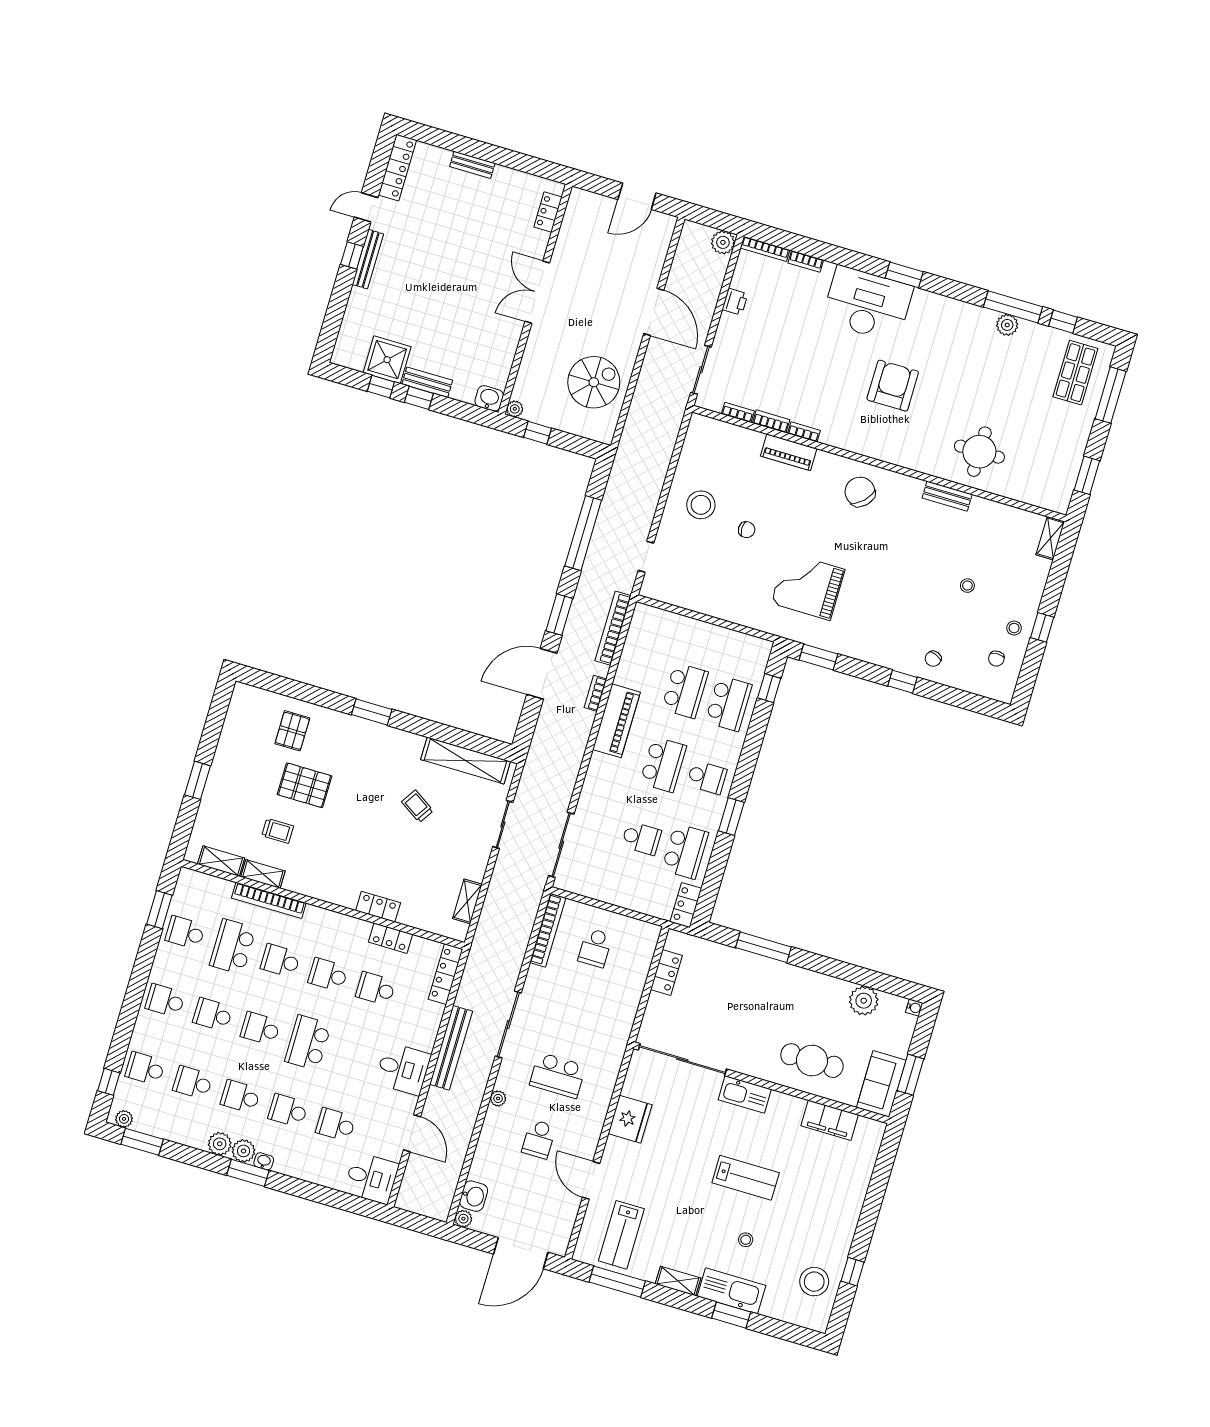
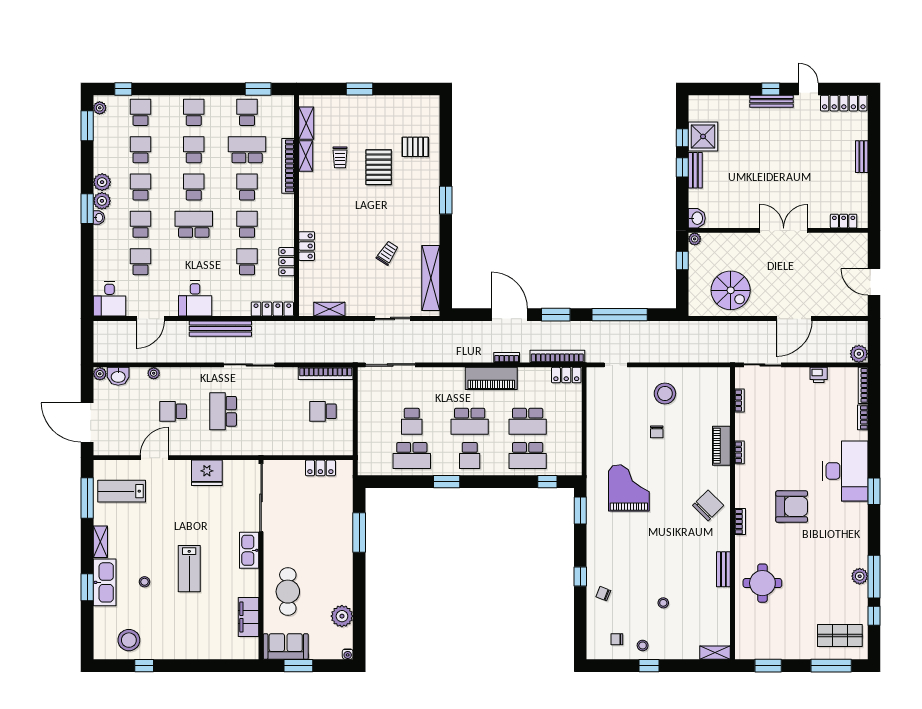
bookcase: (771, 421) -> (740, 522), moved
locker: (686, 905) -> (566, 375), moved, turned 180
plant: (498, 1098) -> (154, 373), moved

